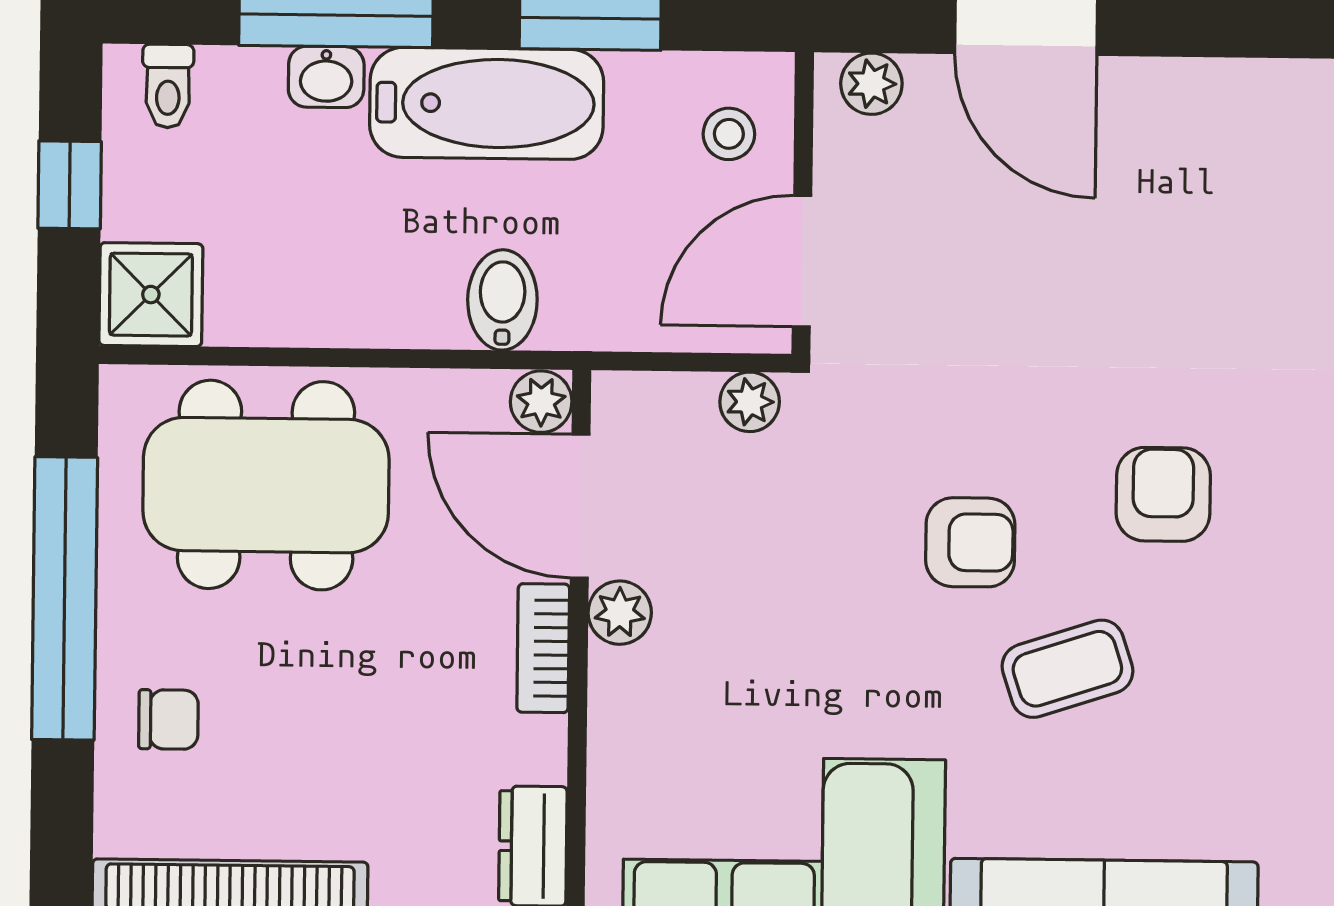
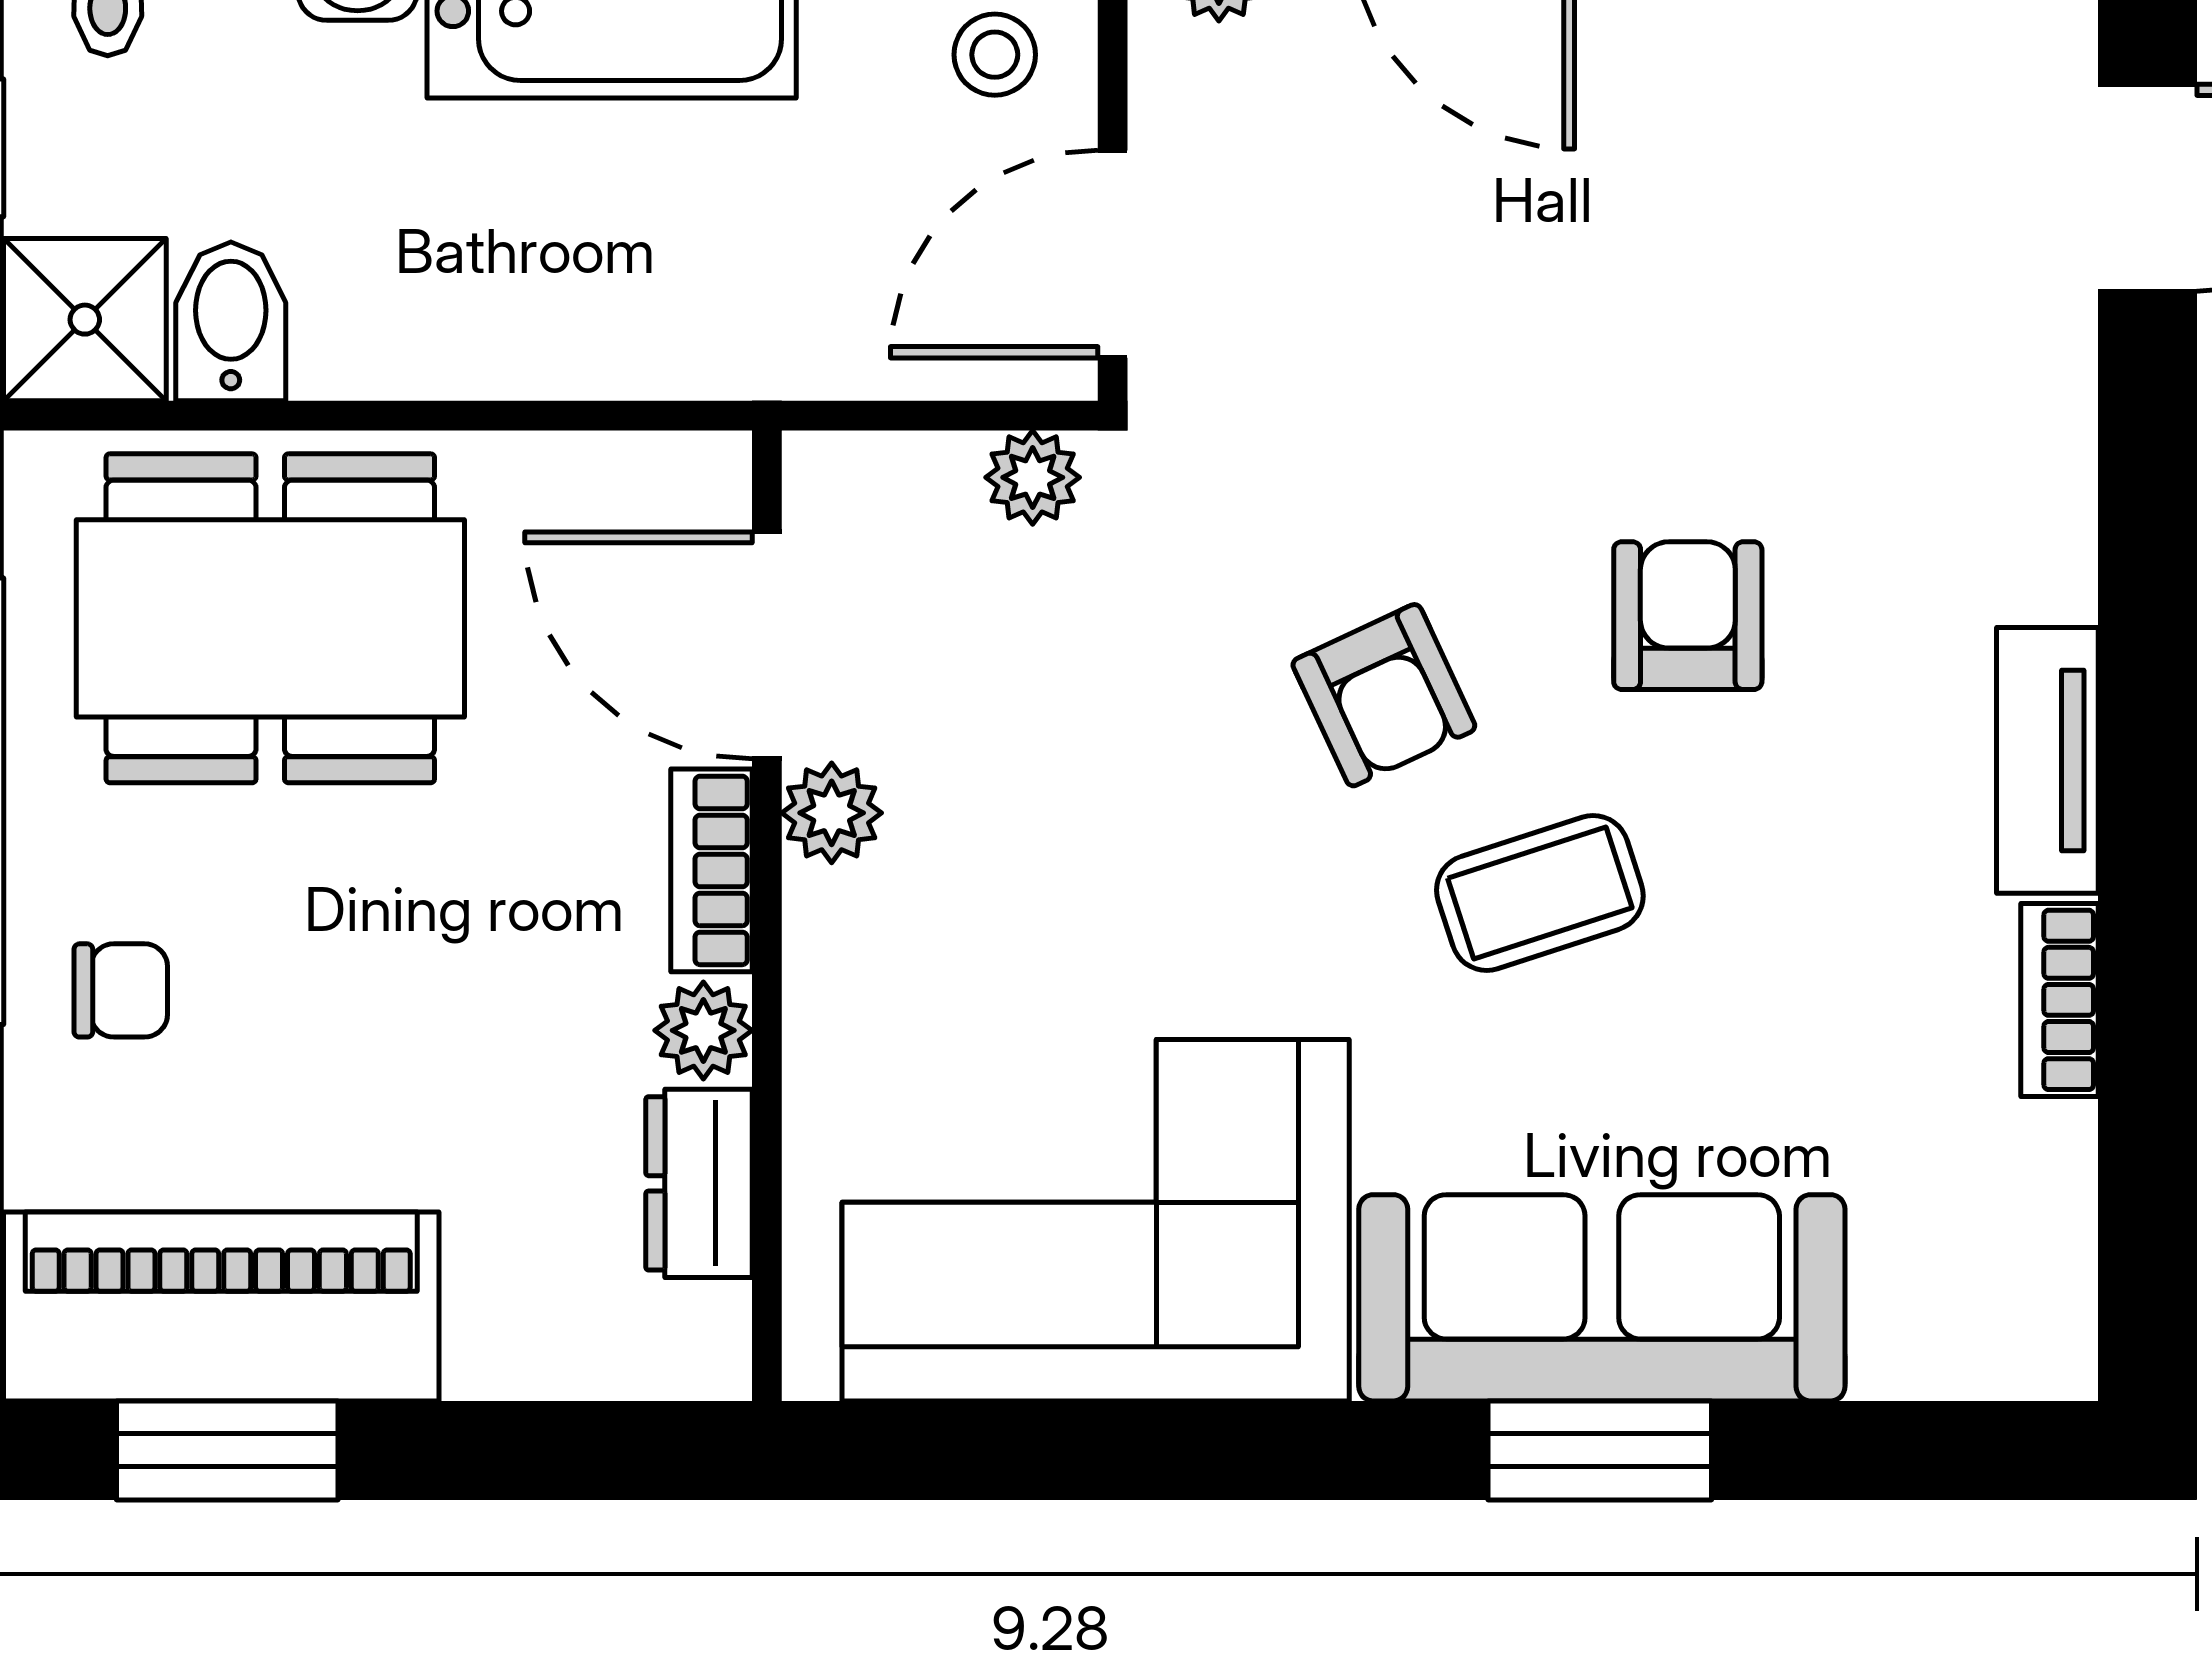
bidet: (502, 300) -> (231, 321), moved
plant: (541, 402) -> (703, 1030), moved
armchair: (970, 542) -> (1384, 695), turned 65

